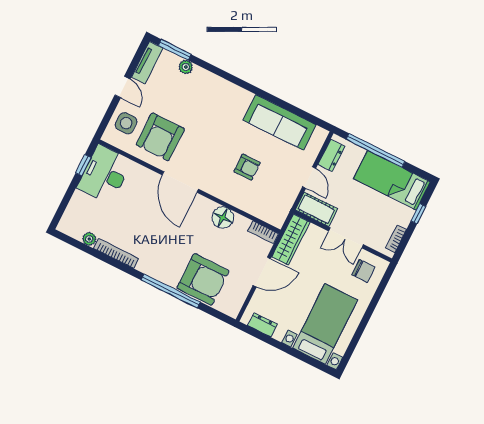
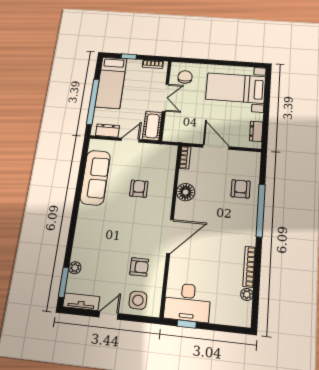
armchair: (160, 137) -> (139, 267), width x0.53, depth x0.53
wardrobe: (291, 240) -> (182, 135), removed
armchair: (203, 279) -> (241, 189), width x0.53, depth x0.53

